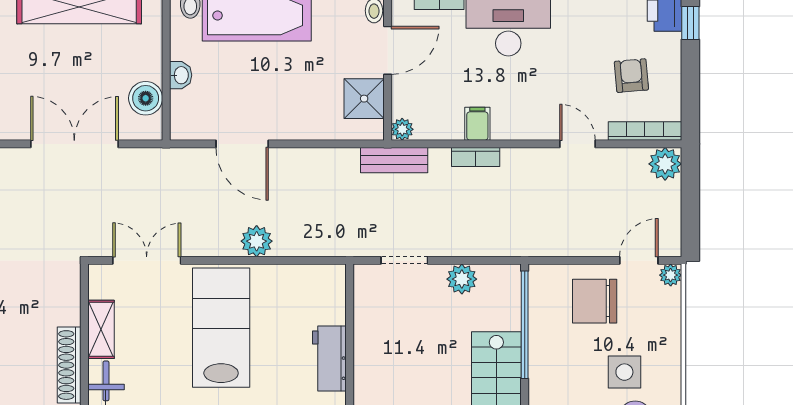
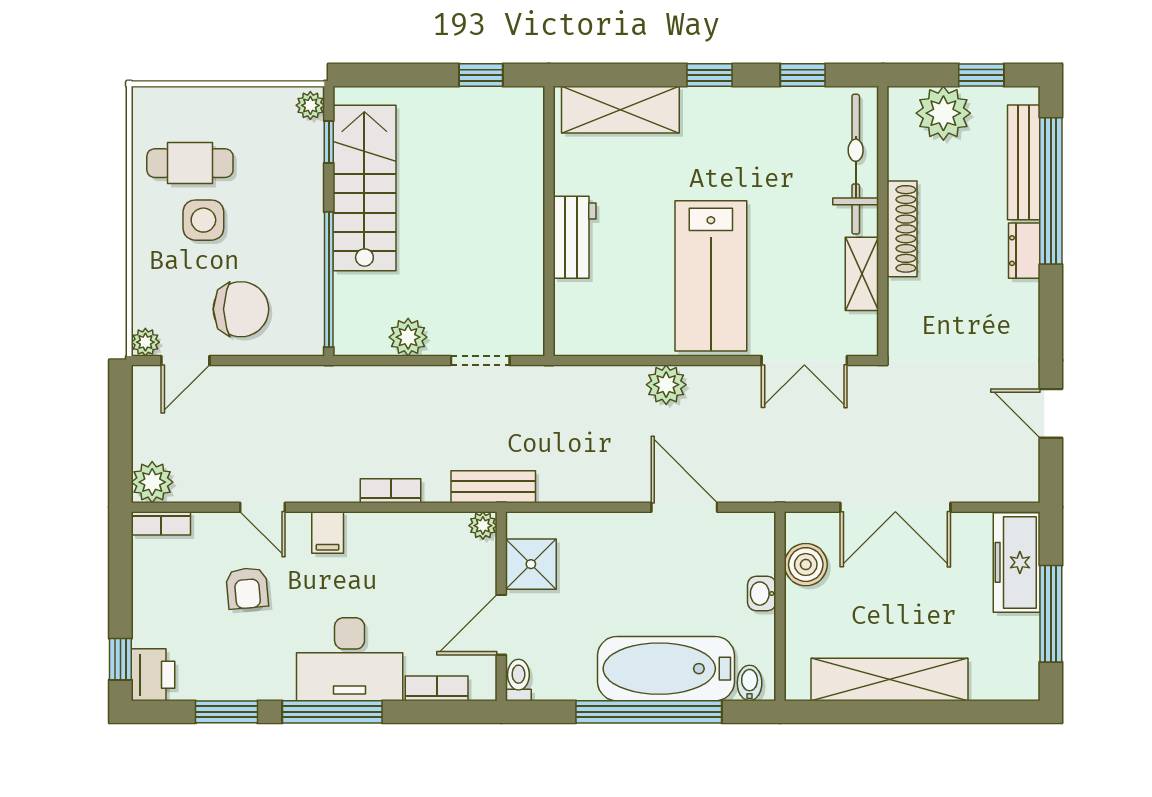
armchair: (631, 76) -> (247, 588), moved
filing cabinet: (477, 124) -> (328, 533), moved
bookcase: (645, 131) -> (161, 523), width x0.64

